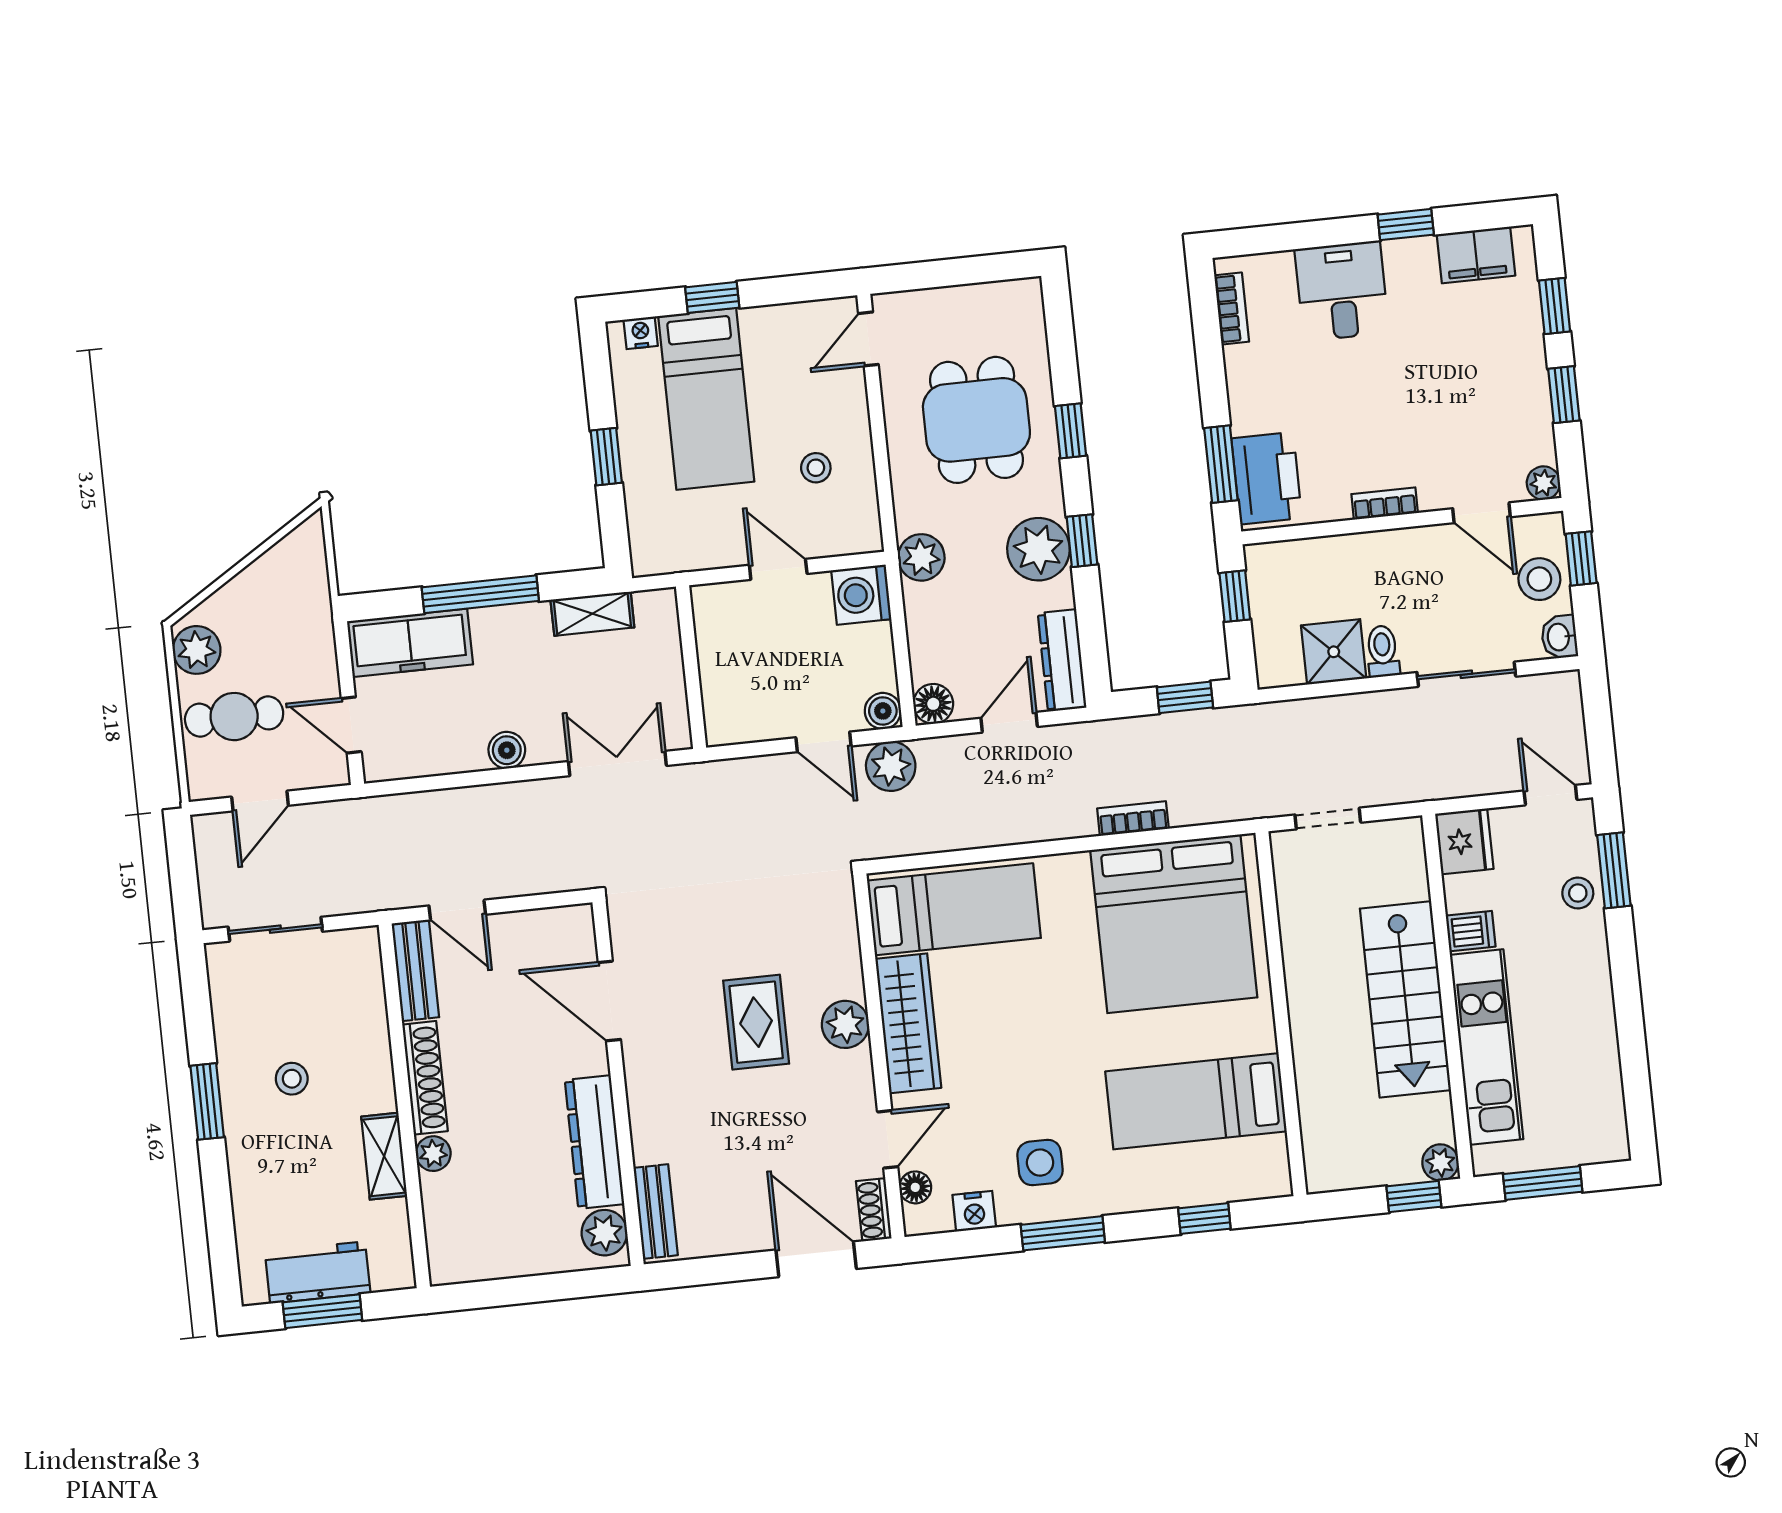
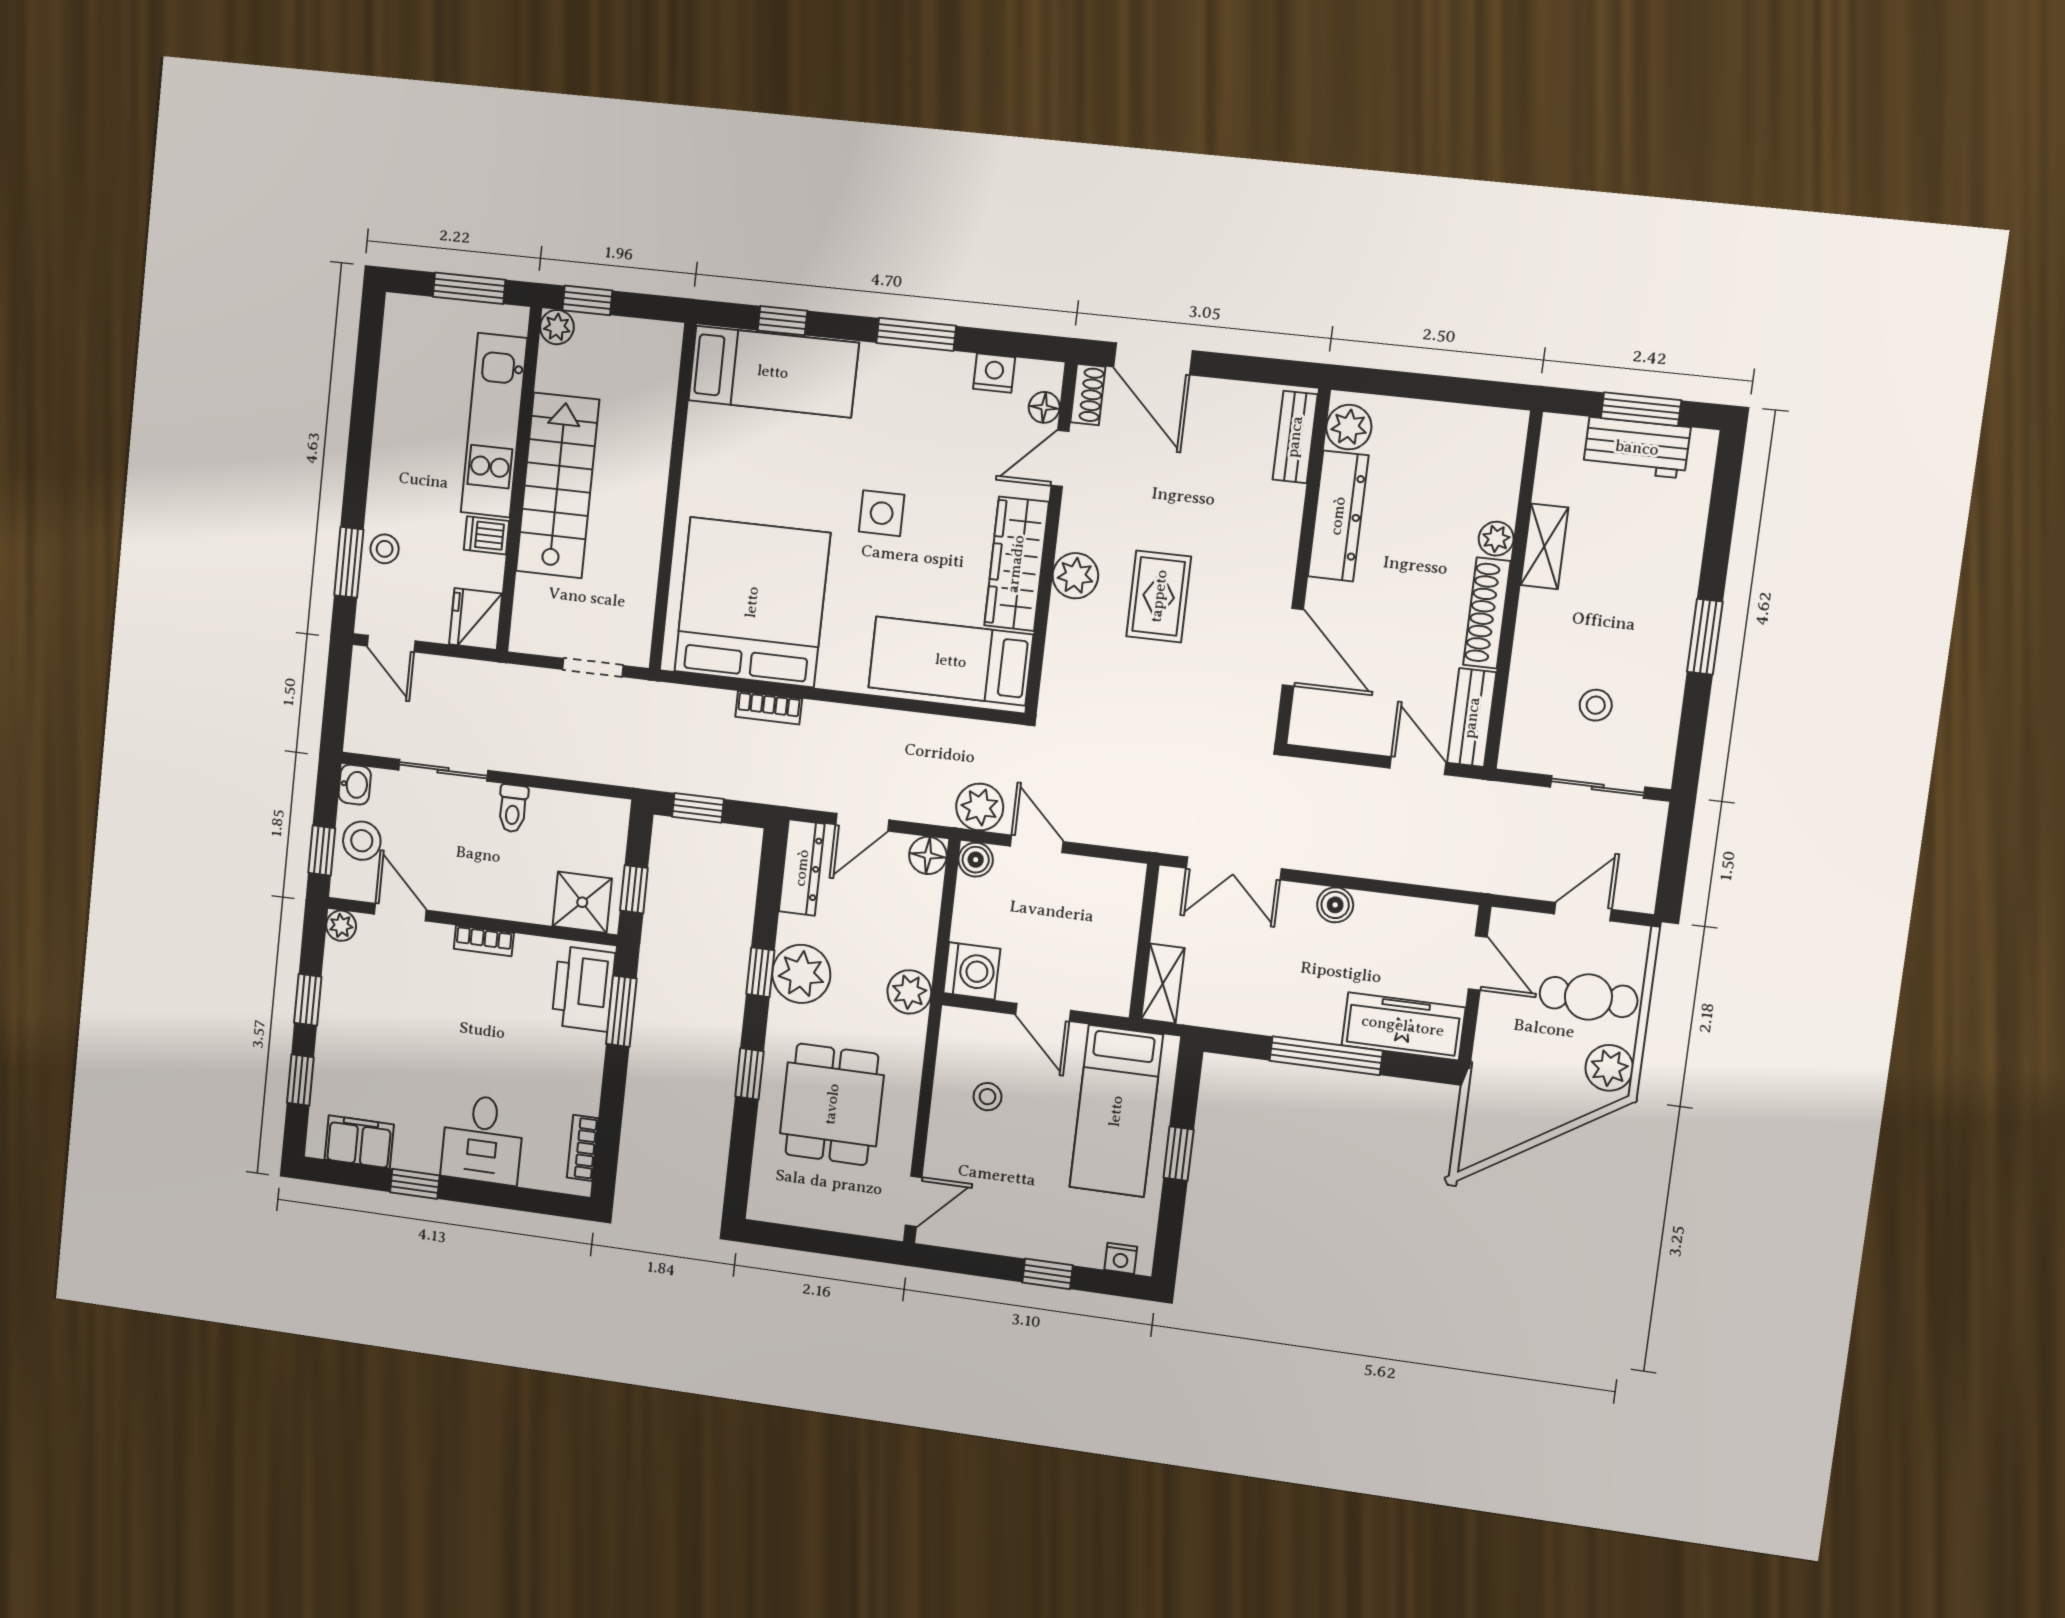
bed: (706, 399) -> (1116, 1111), moved, turned 180
shelving: (592, 614) -> (1163, 984), moved, turned 90
shower: (1334, 652) -> (582, 902), moved
stool: (292, 1079) -> (1596, 705), moved
bed: (1196, 1101) -> (773, 372), moved
side table: (1040, 1163) -> (882, 513), moved

